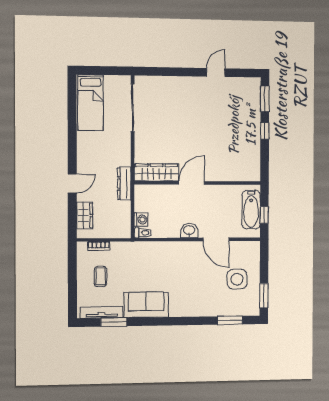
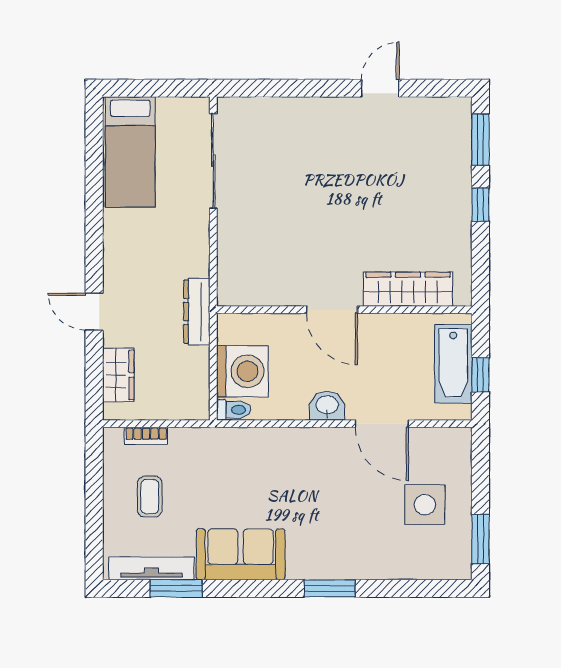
wardrobe: (157, 172) -> (408, 289), moved
door: (72, 183) -> (94, 312), swing flipped
door: (192, 183) -> (332, 310), swing flipped
washing machine: (141, 220) -> (242, 371), width x1.89, depth x1.89
window: (230, 320) -> (330, 588), moved

